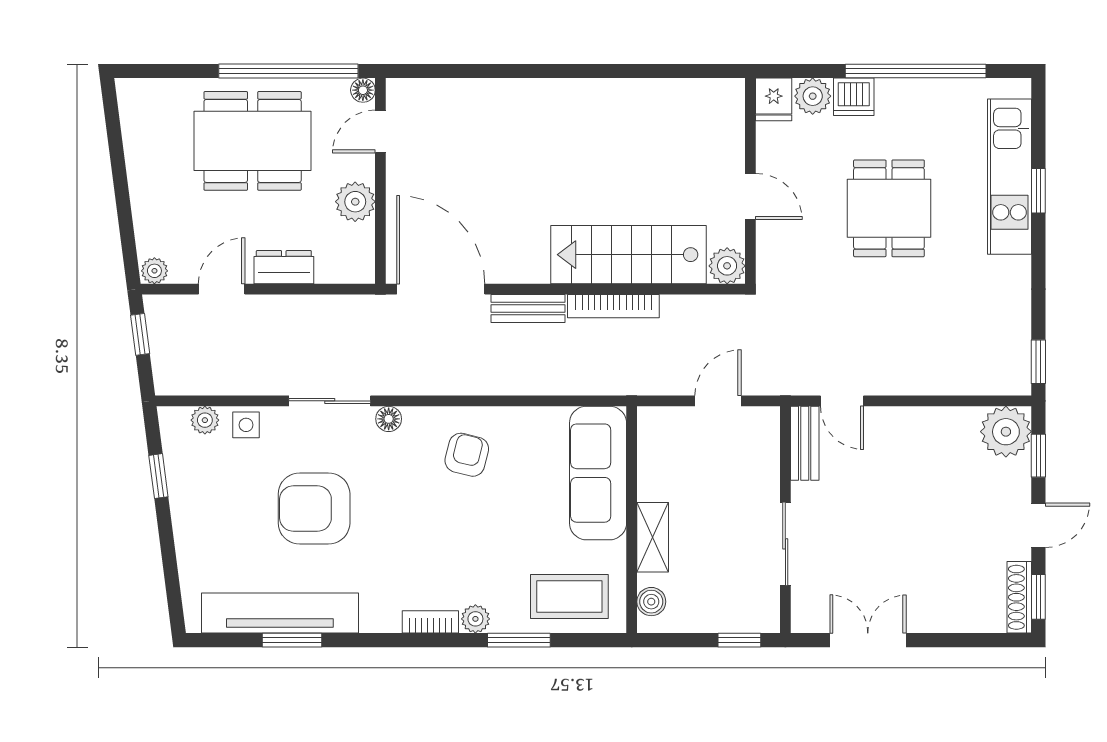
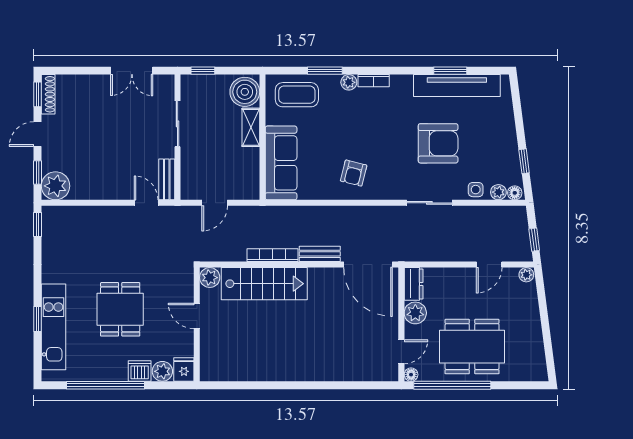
dresser: (284, 267) -> (414, 284), moved, turned -90
floor lamp: (389, 419) -> (515, 193), moved
boiler: (651, 602) -> (245, 92), width x1.86, depth x1.86

